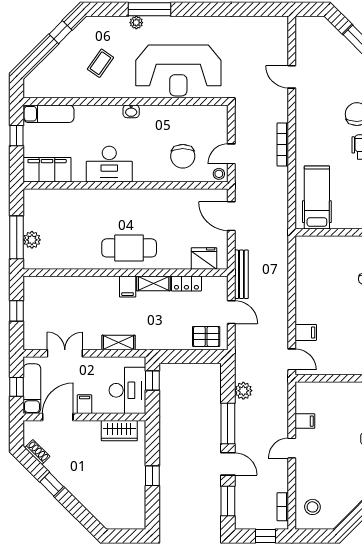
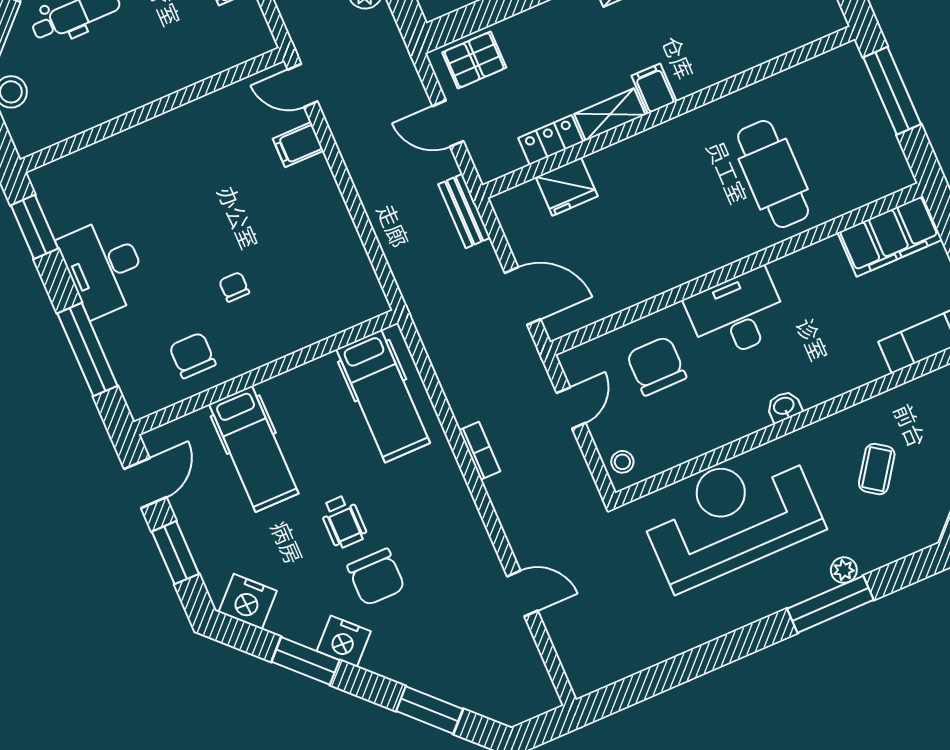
bookcase: (283, 144) -> (480, 451), width x0.64
desk: (109, 164) -> (737, 314), moved
stool: (219, 174) -> (622, 462), moved
plant: (32, 240) -> (863, 98), removed
cafe table: (129, 248) -> (773, 174), moved, turned 90
fridge: (204, 258) -> (567, 187), moved
bench: (241, 274) -> (464, 211), width x0.73

